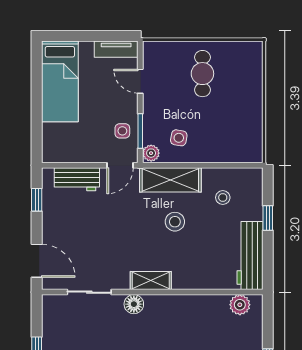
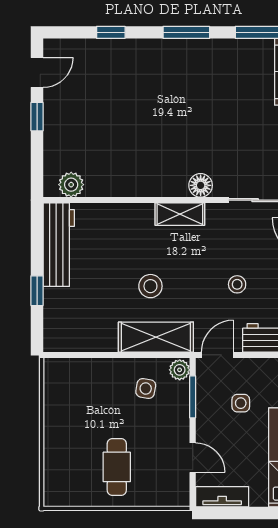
side table: (122, 131) -> (241, 403), moved
stool: (223, 198) -> (237, 284), moved

